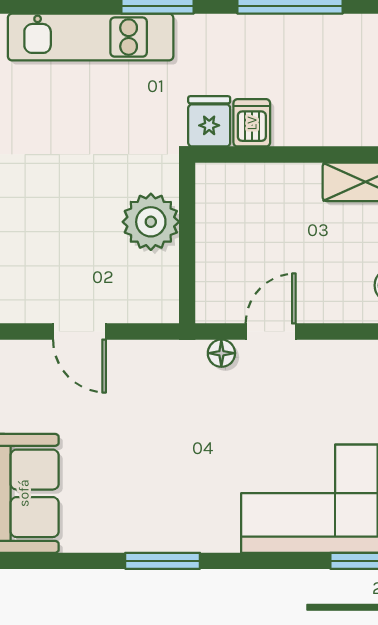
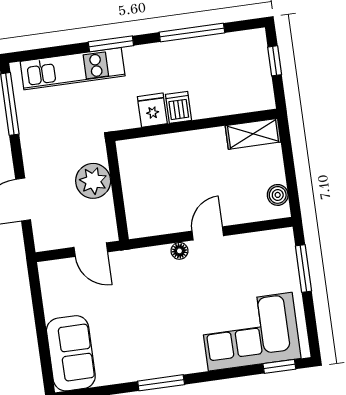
plant: (151, 222) -> (93, 181), moved
wall: (187, 243) -> (117, 191), moved

